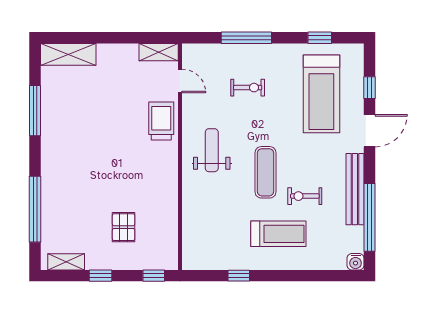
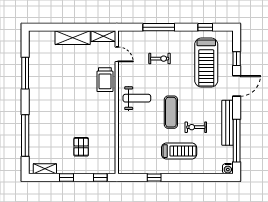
shelving: (68, 54) -> (73, 38), moved
trolley: (161, 121) -> (105, 80), turned 180
weight bench: (212, 150) -> (137, 98), turned 90

